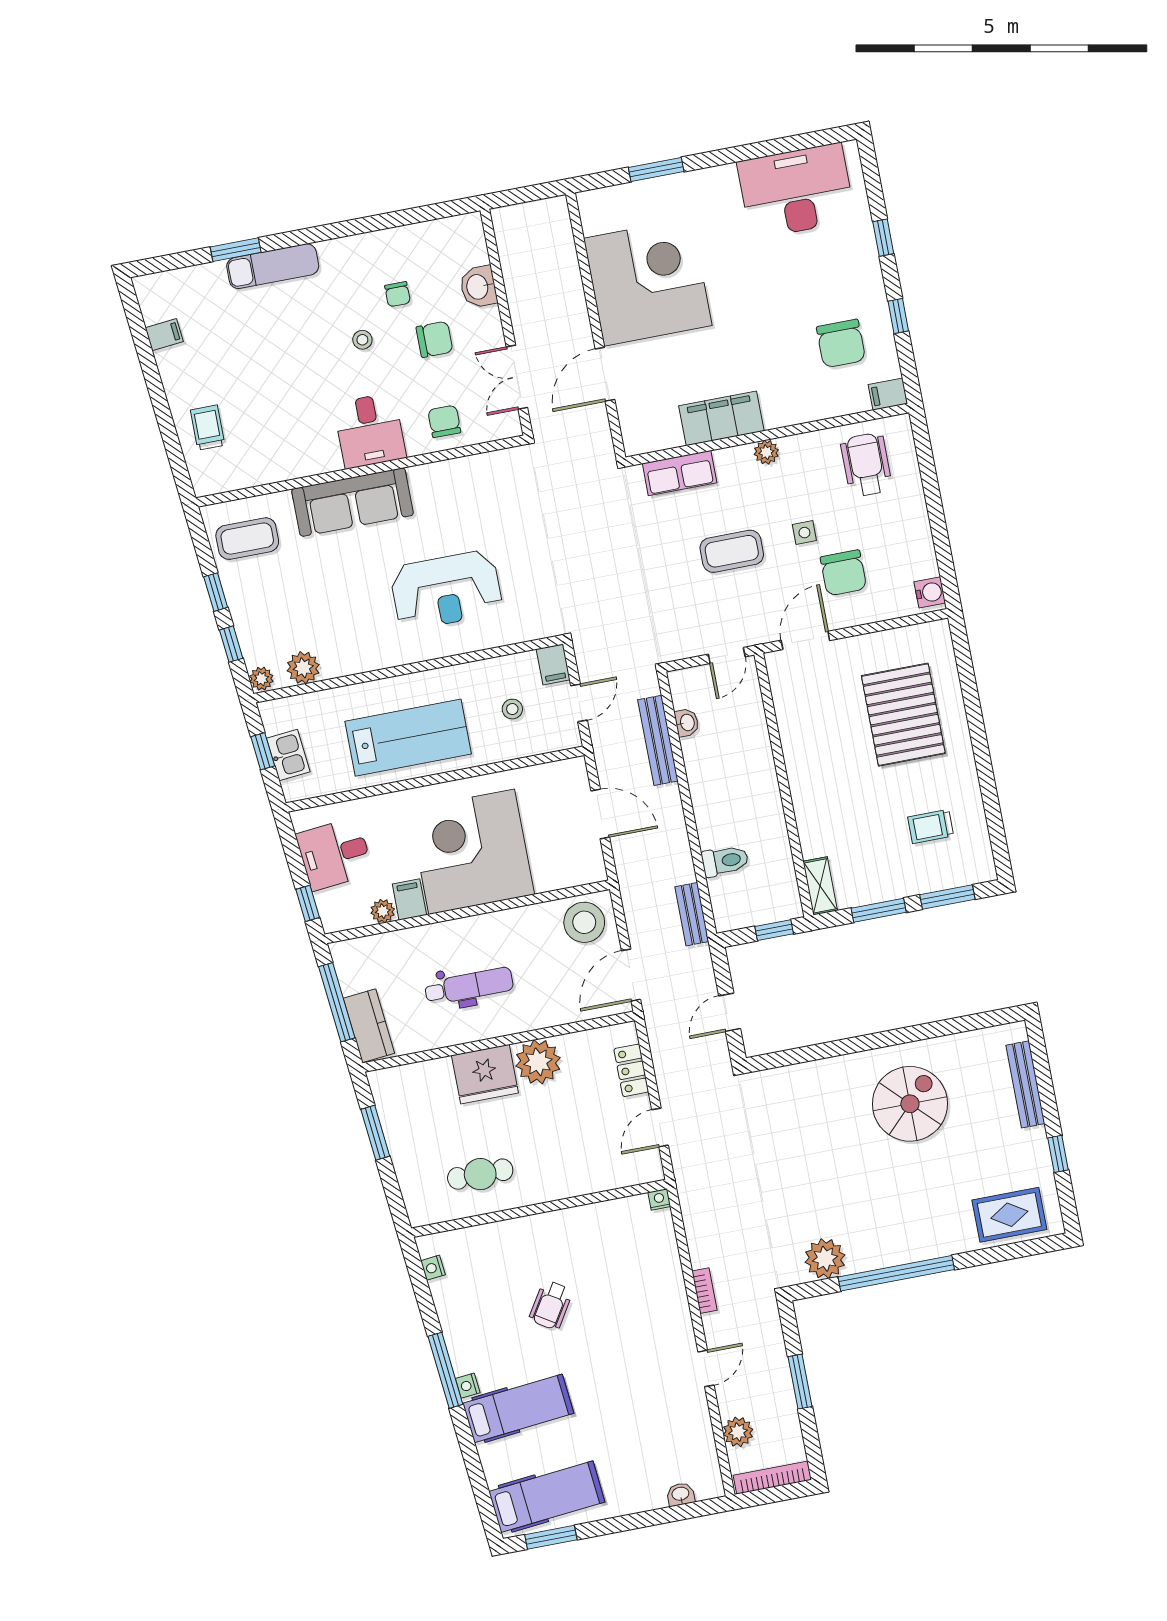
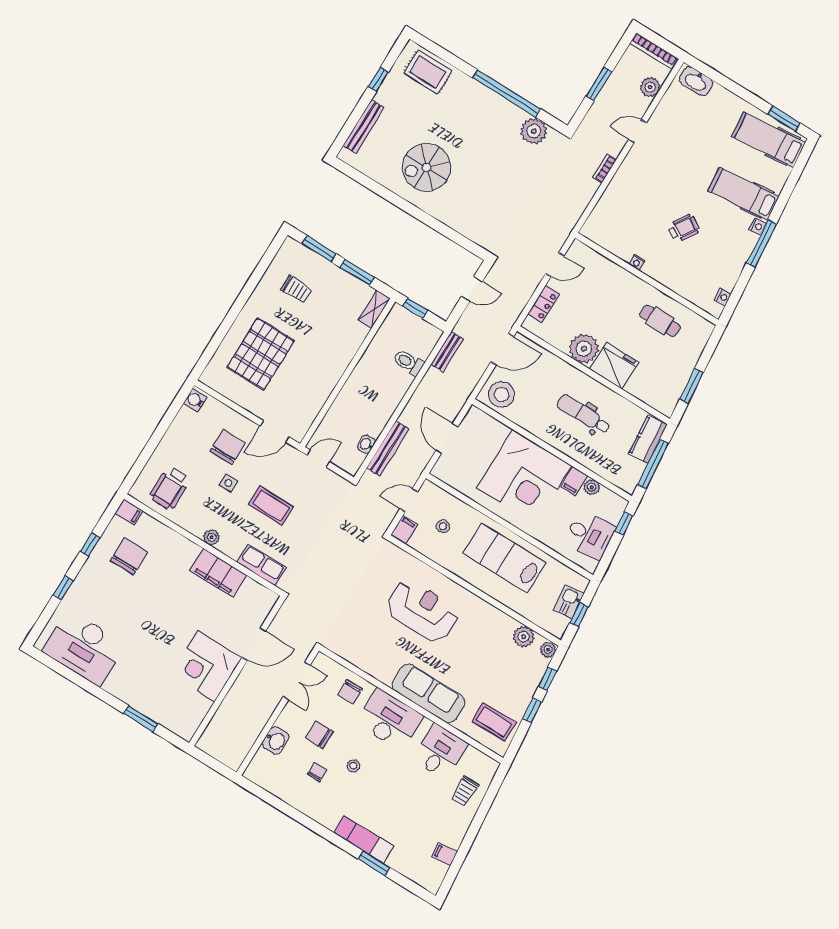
corner desk: (648, 282) -> (206, 666), width x0.74, depth x0.74
desk: (370, 431) -> (389, 720), width x1.37
desk: (278, 448) -> (440, 751), added
nightstand: (659, 1199) -> (637, 262), moved
washbasin: (681, 1494) -> (696, 81), width x1.91, depth x1.45

